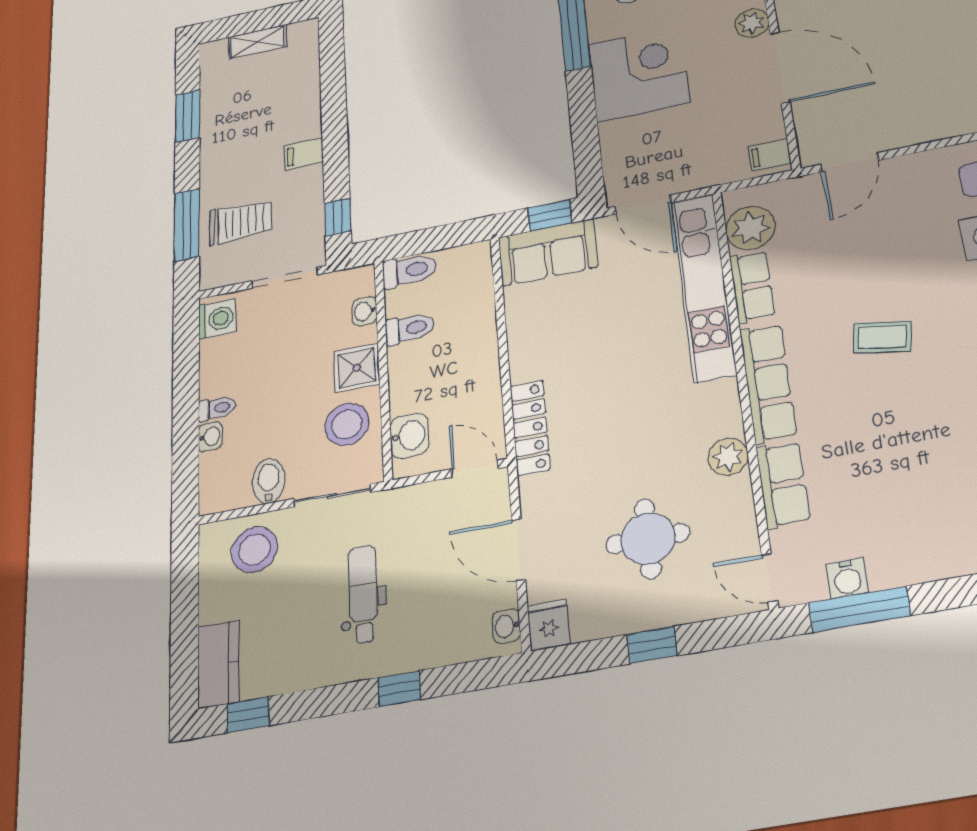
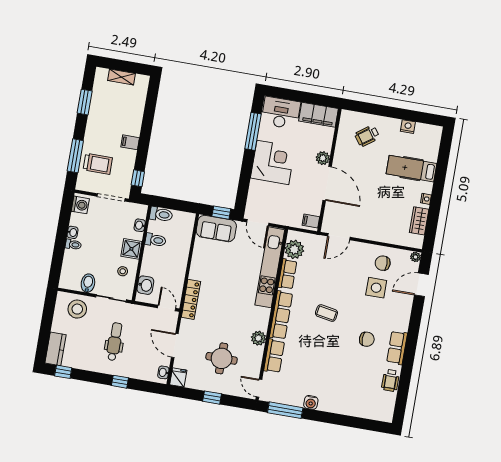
stool: (347, 424) -> (123, 271), width x0.53, depth x0.53
washbasin: (210, 437) -> (73, 232), moved
water cooler: (847, 578) -> (311, 402), moved

